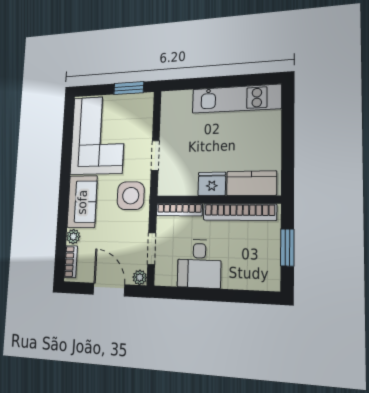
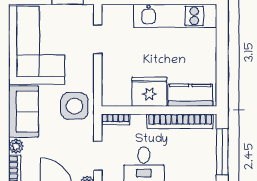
doorway: (155, 156) -> (98, 39), moved
fridge: (212, 184) -> (149, 92), width x1.36, depth x1.34
bookcase: (179, 210) -> (116, 119), width x0.64
window: (287, 247) -> (222, 152), width x1.44

